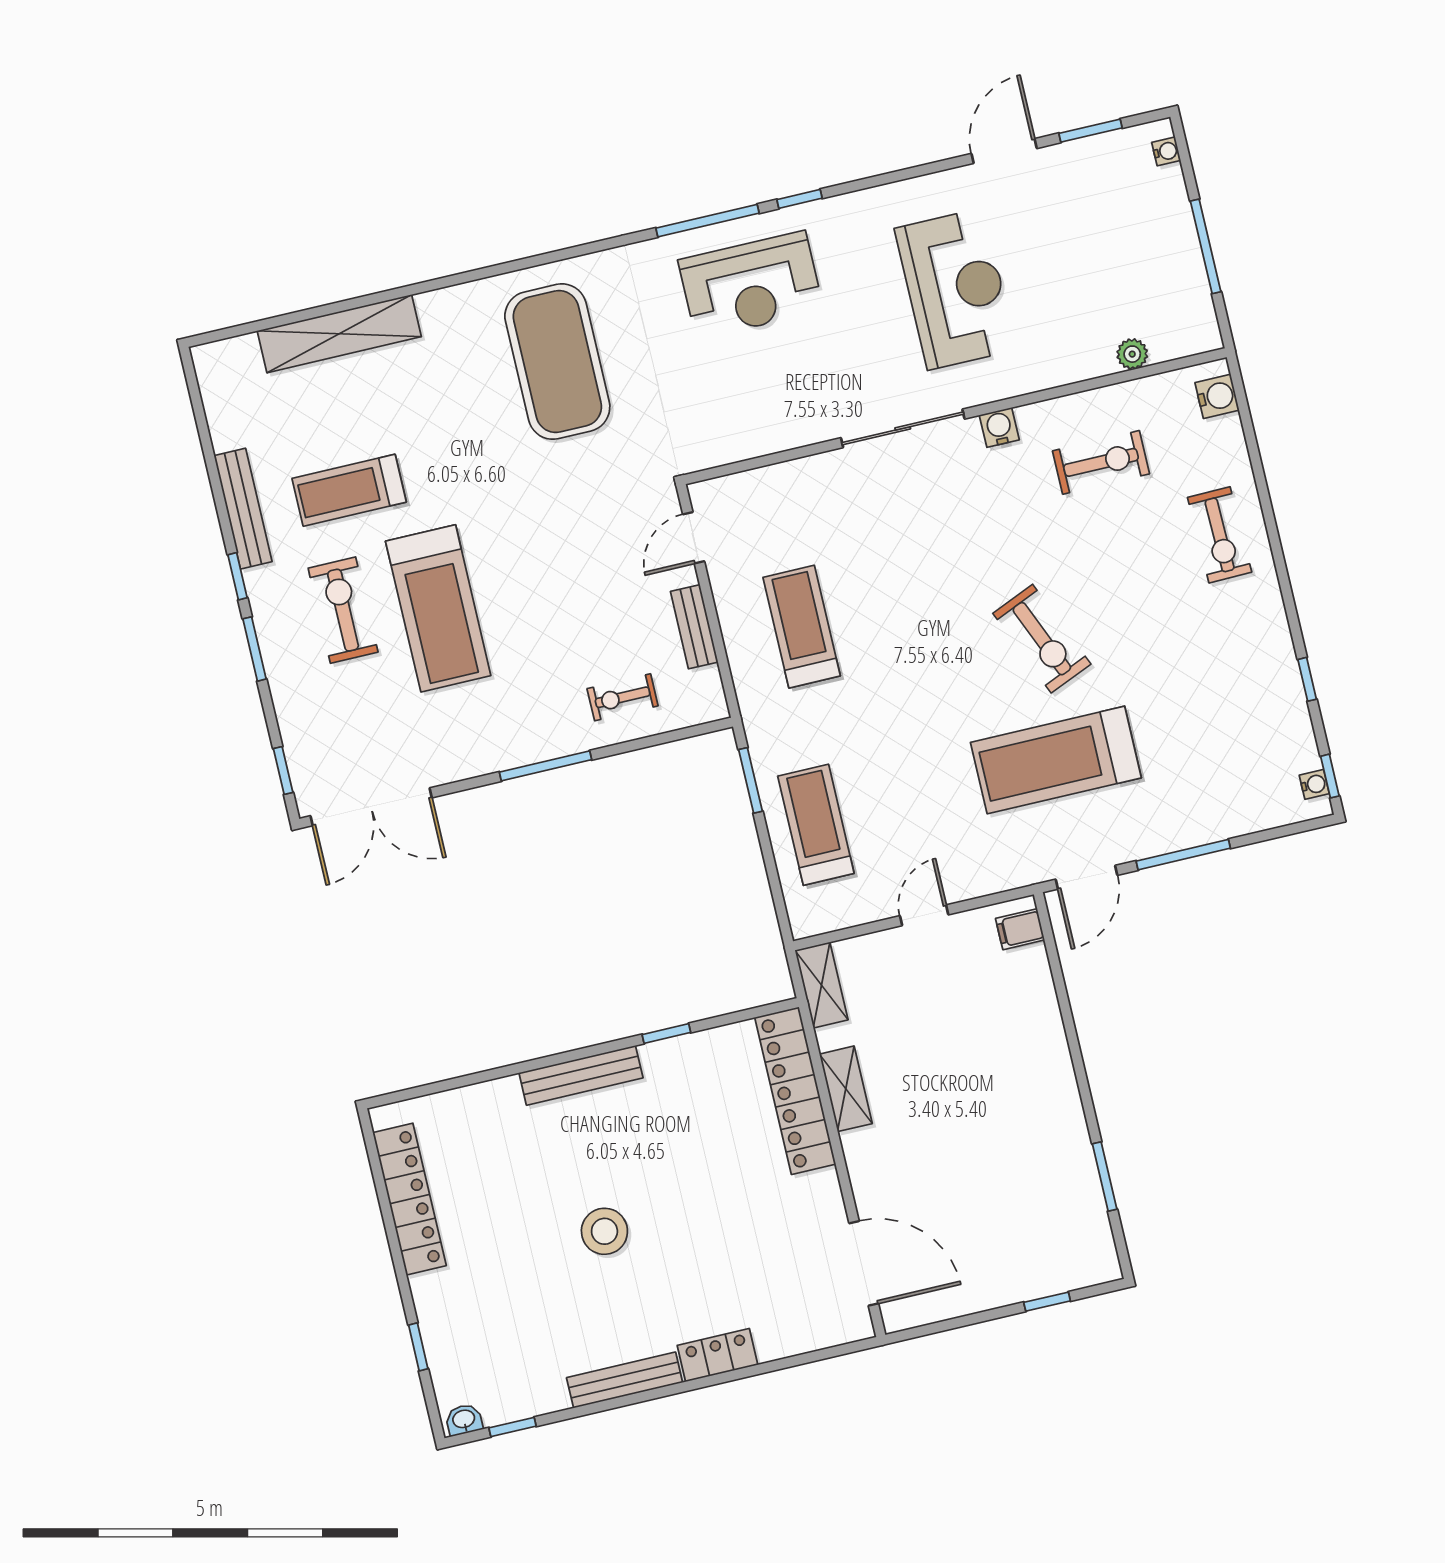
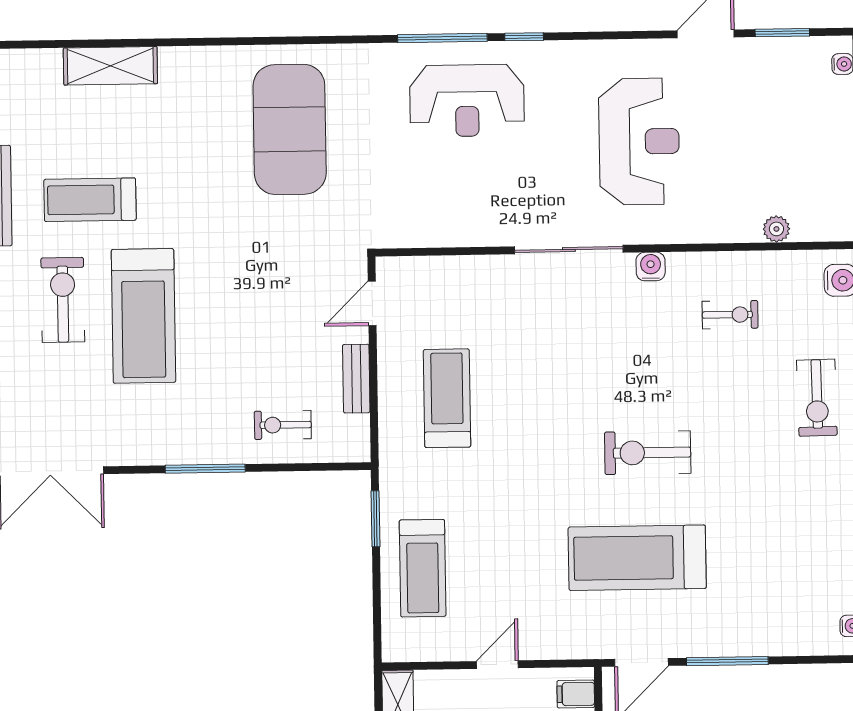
shelving: (339, 334) -> (110, 66), width x0.68
exercise bike: (1101, 462) -> (730, 315), width x0.73, depth x0.72
exercise bike: (1042, 639) -> (648, 453), turned 113
treadmill: (816, 825) -> (423, 568), turned 180

